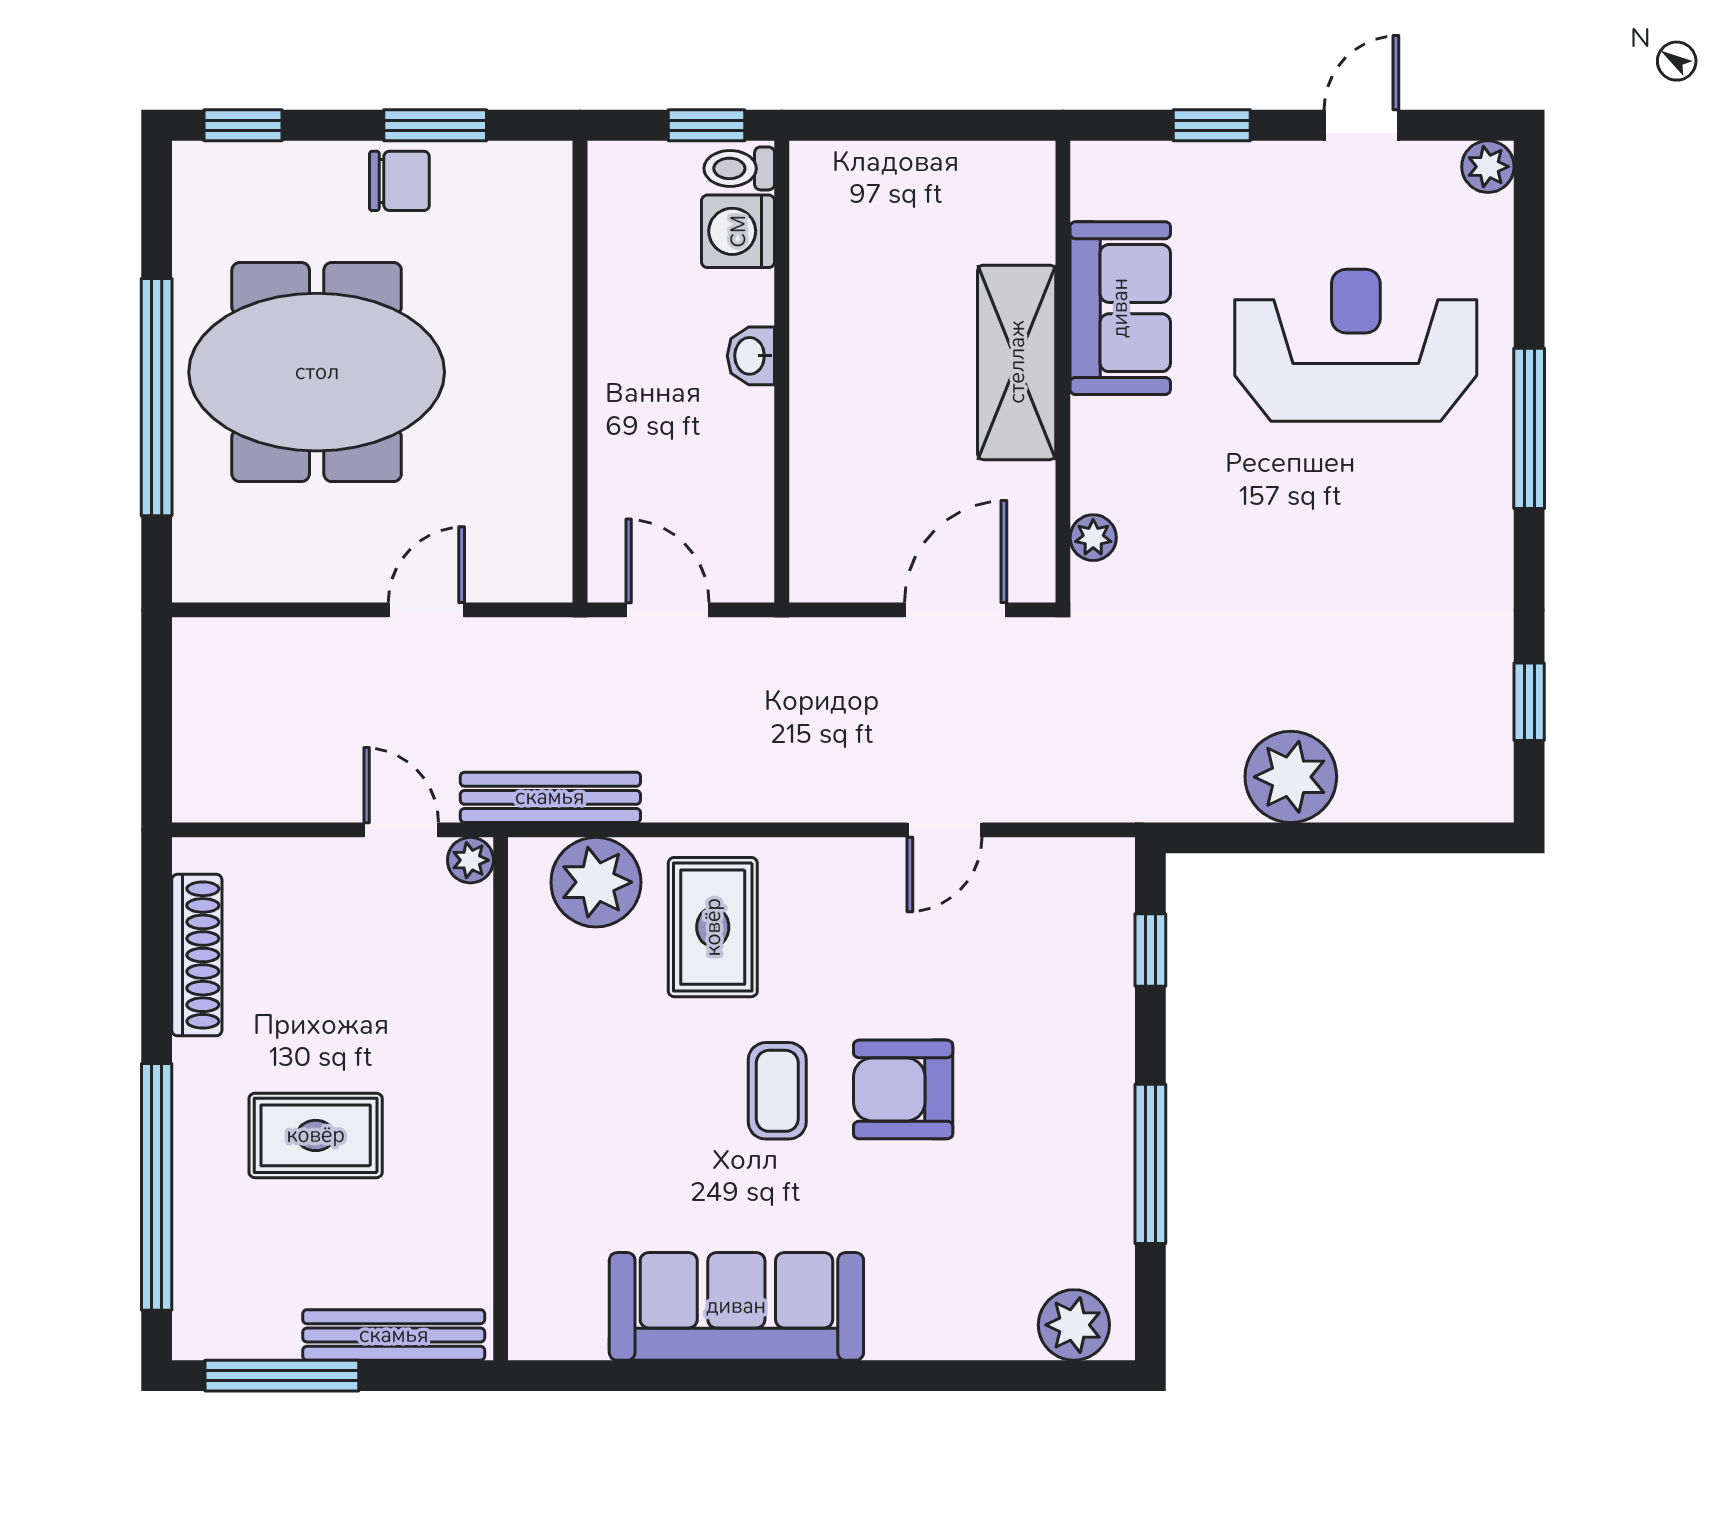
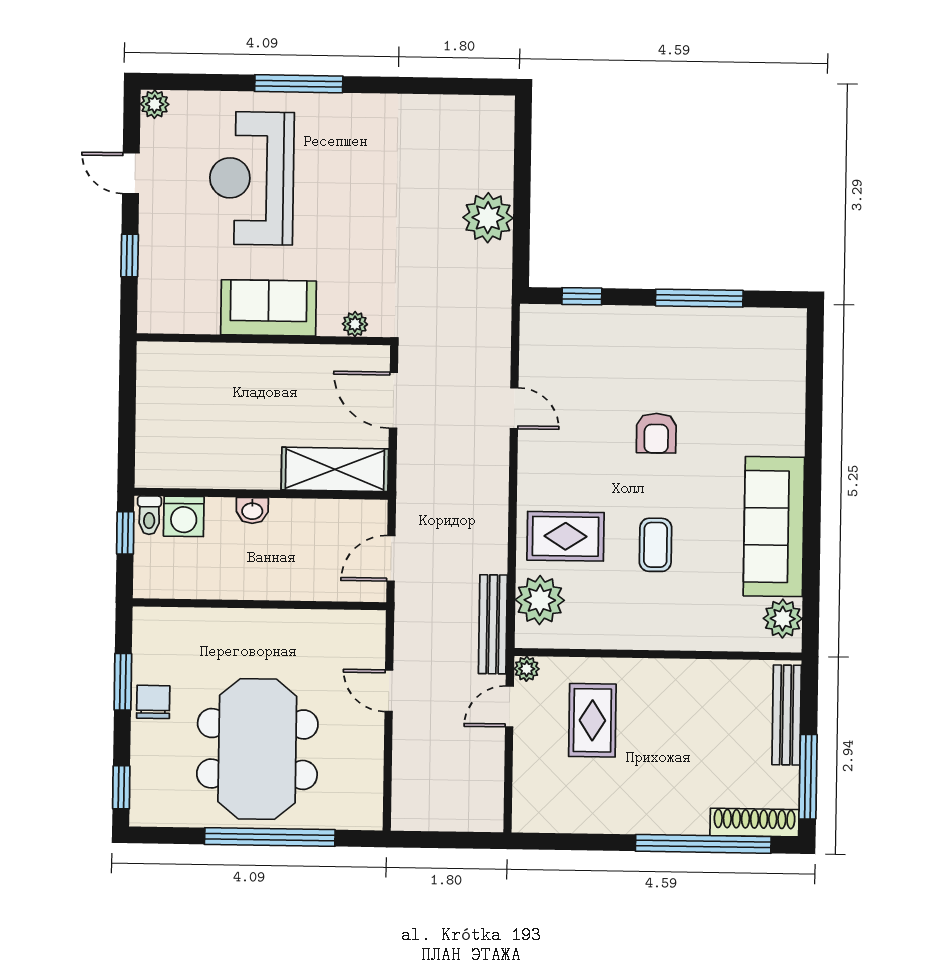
sofa: (1120, 308) -> (268, 308), moved
shelving: (1017, 362) -> (335, 469), moved
window: (1529, 702) -> (449, 86), removed
shoe rack: (197, 955) -> (754, 823), moved
armchair: (903, 1089) -> (656, 433), width x0.72, depth x0.72
coffee table: (777, 1091) -> (655, 545), moved, turned 90
rug: (316, 1135) -> (592, 720), moved
plant: (1074, 1325) -> (783, 619), moved

